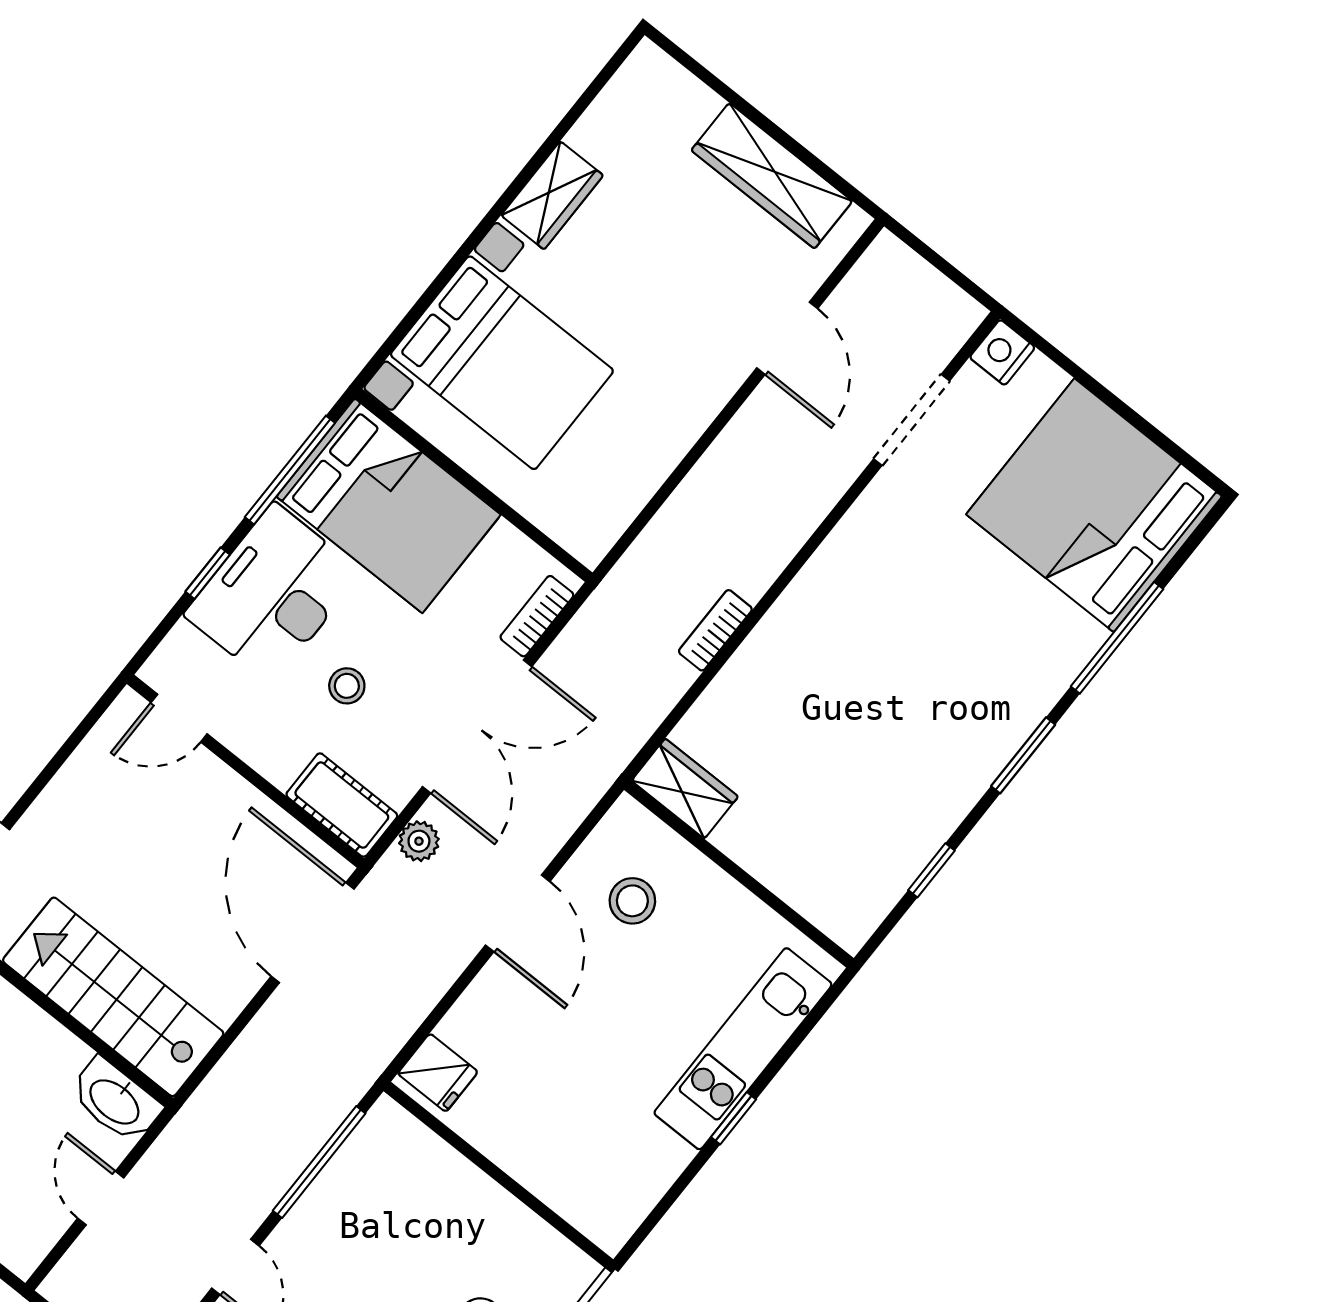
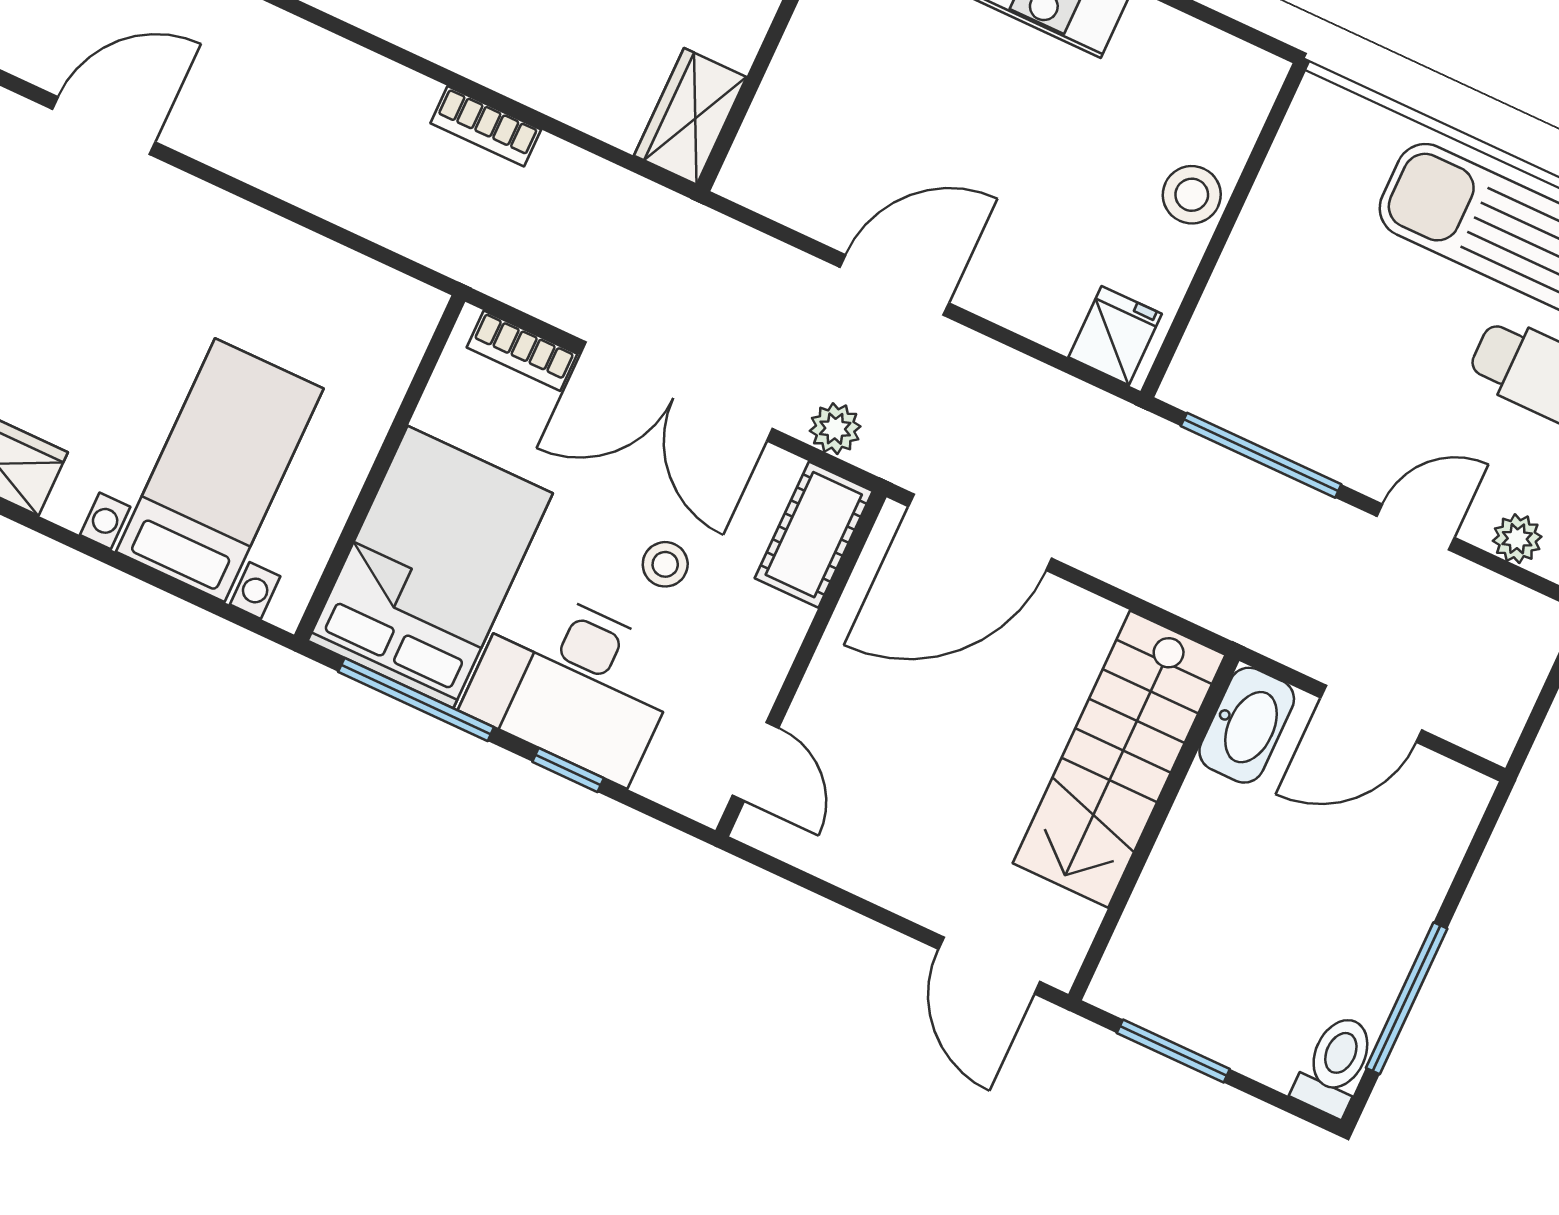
bed with nightstands: (502, 363) -> (220, 470), width x0.73
double door: (477, 727) -> (676, 391), swing flipped
stool: (632, 901) -> (1192, 195), moved
door: (101, 1198) -> (1371, 714), width x1.38

